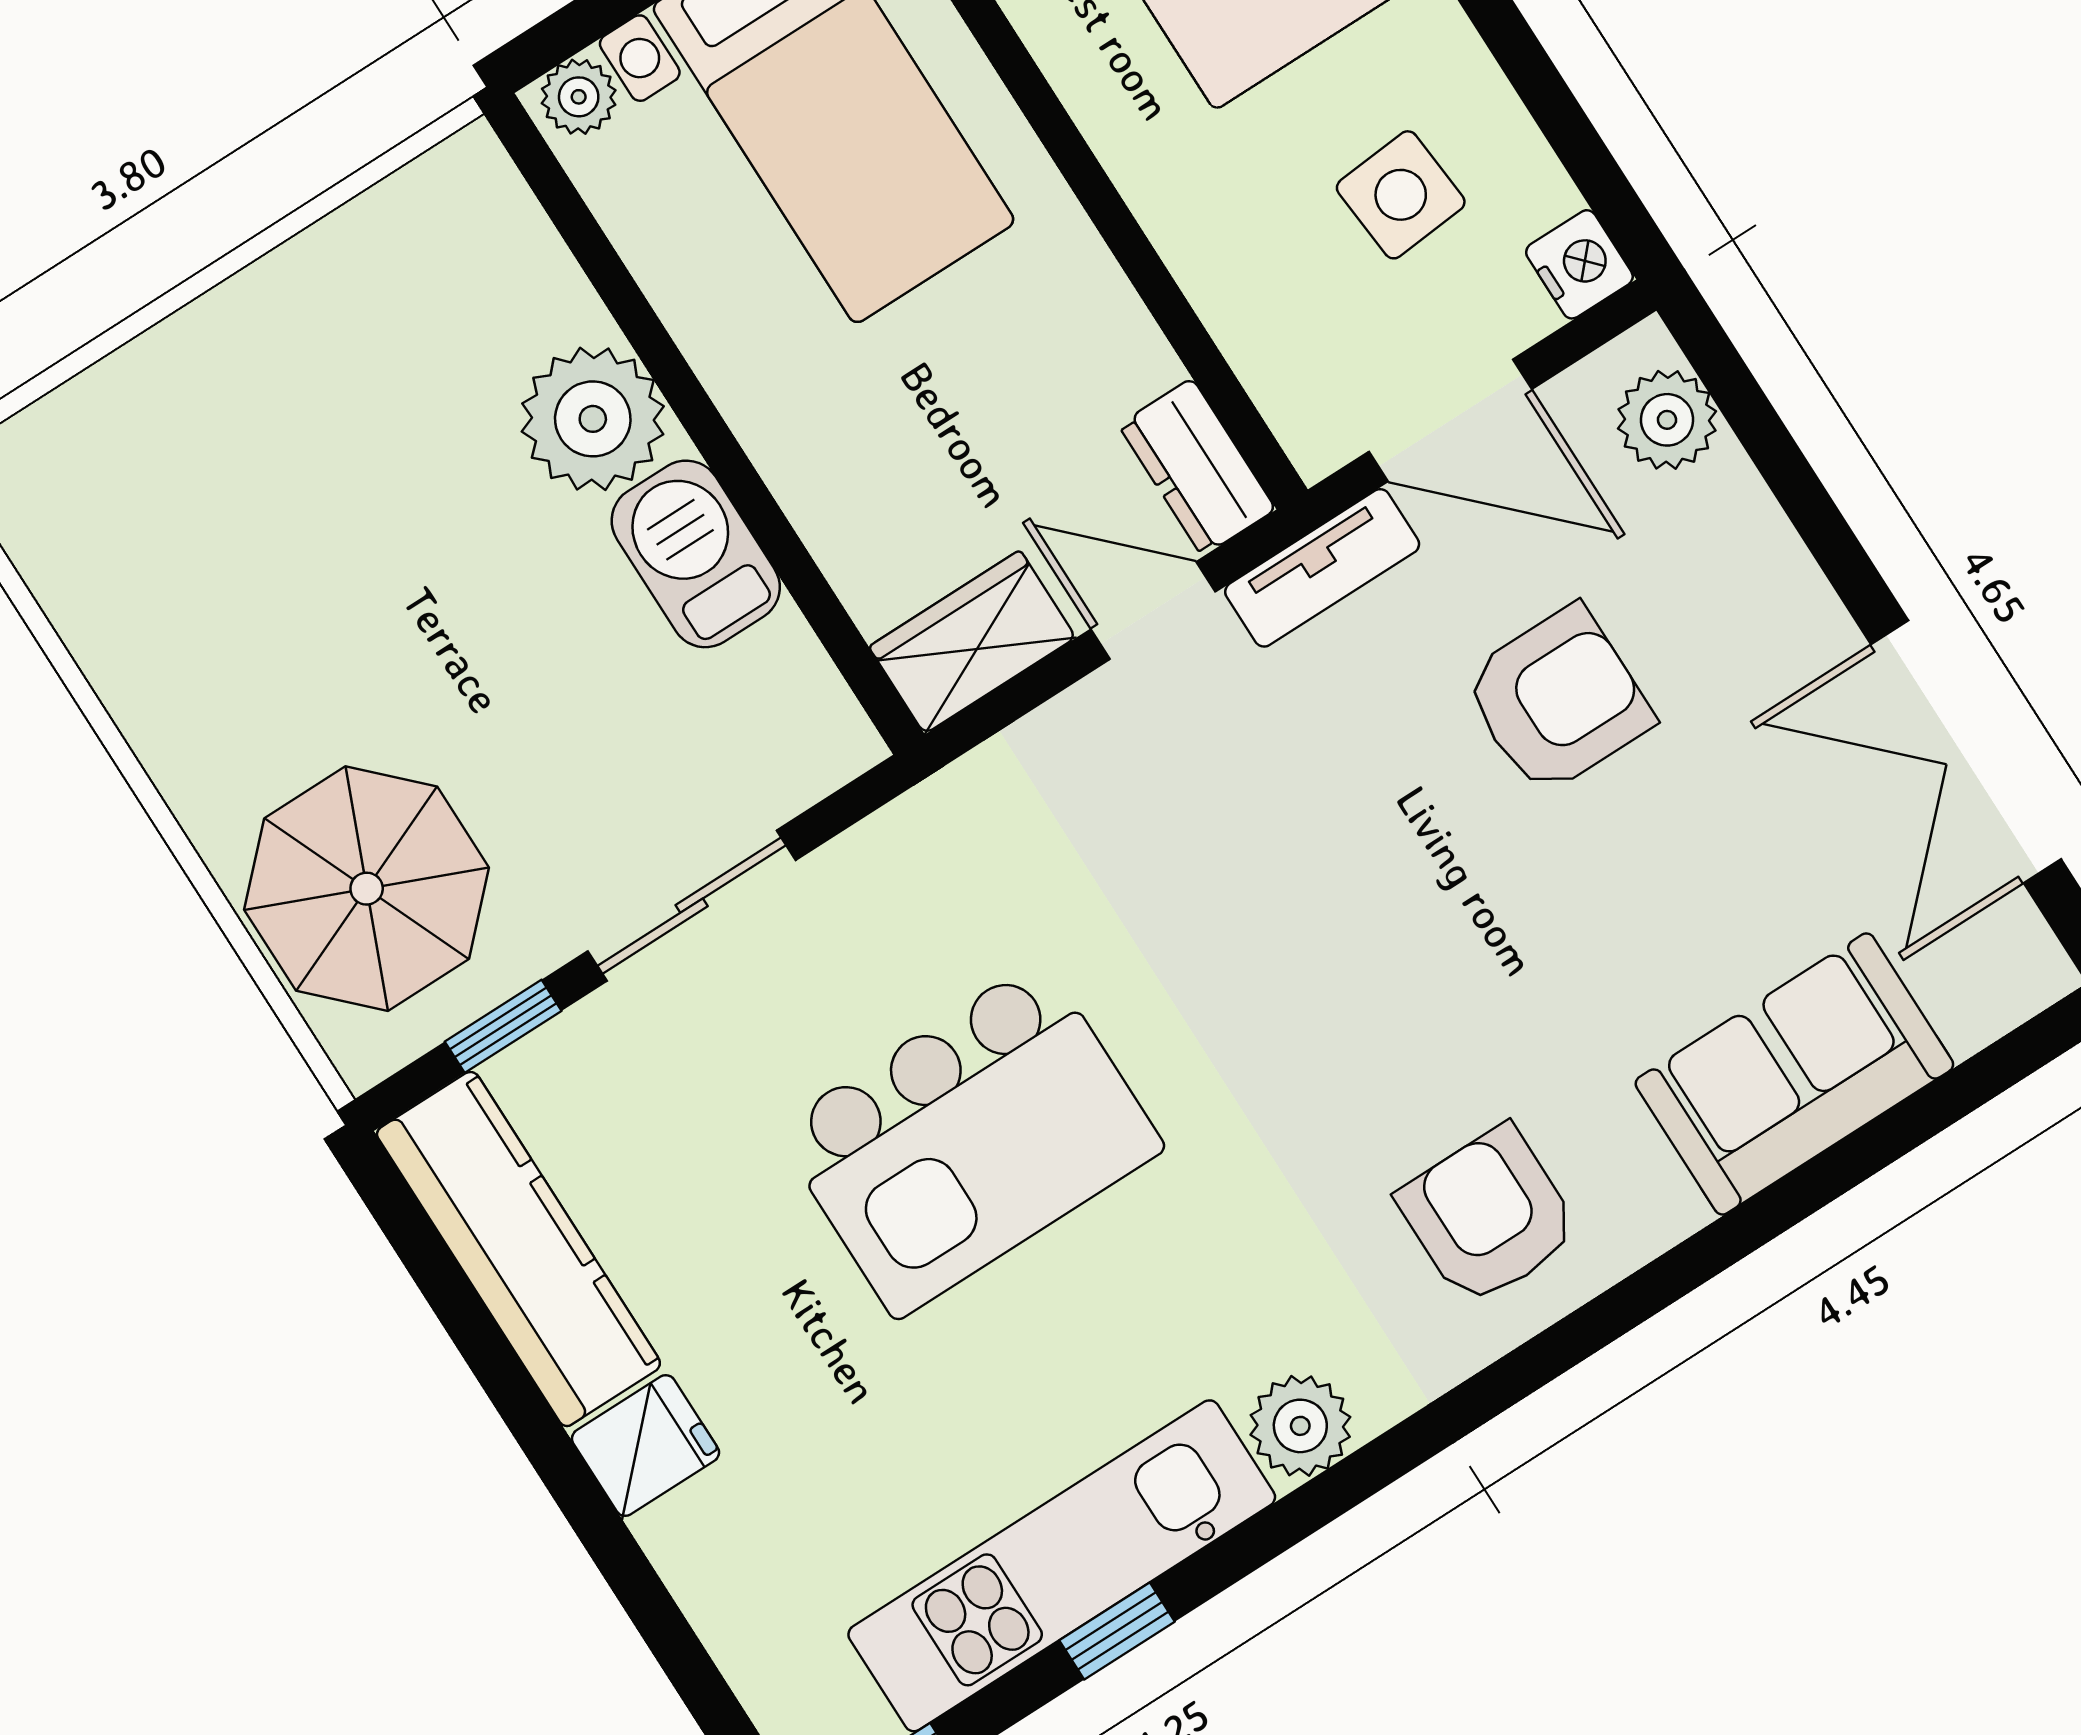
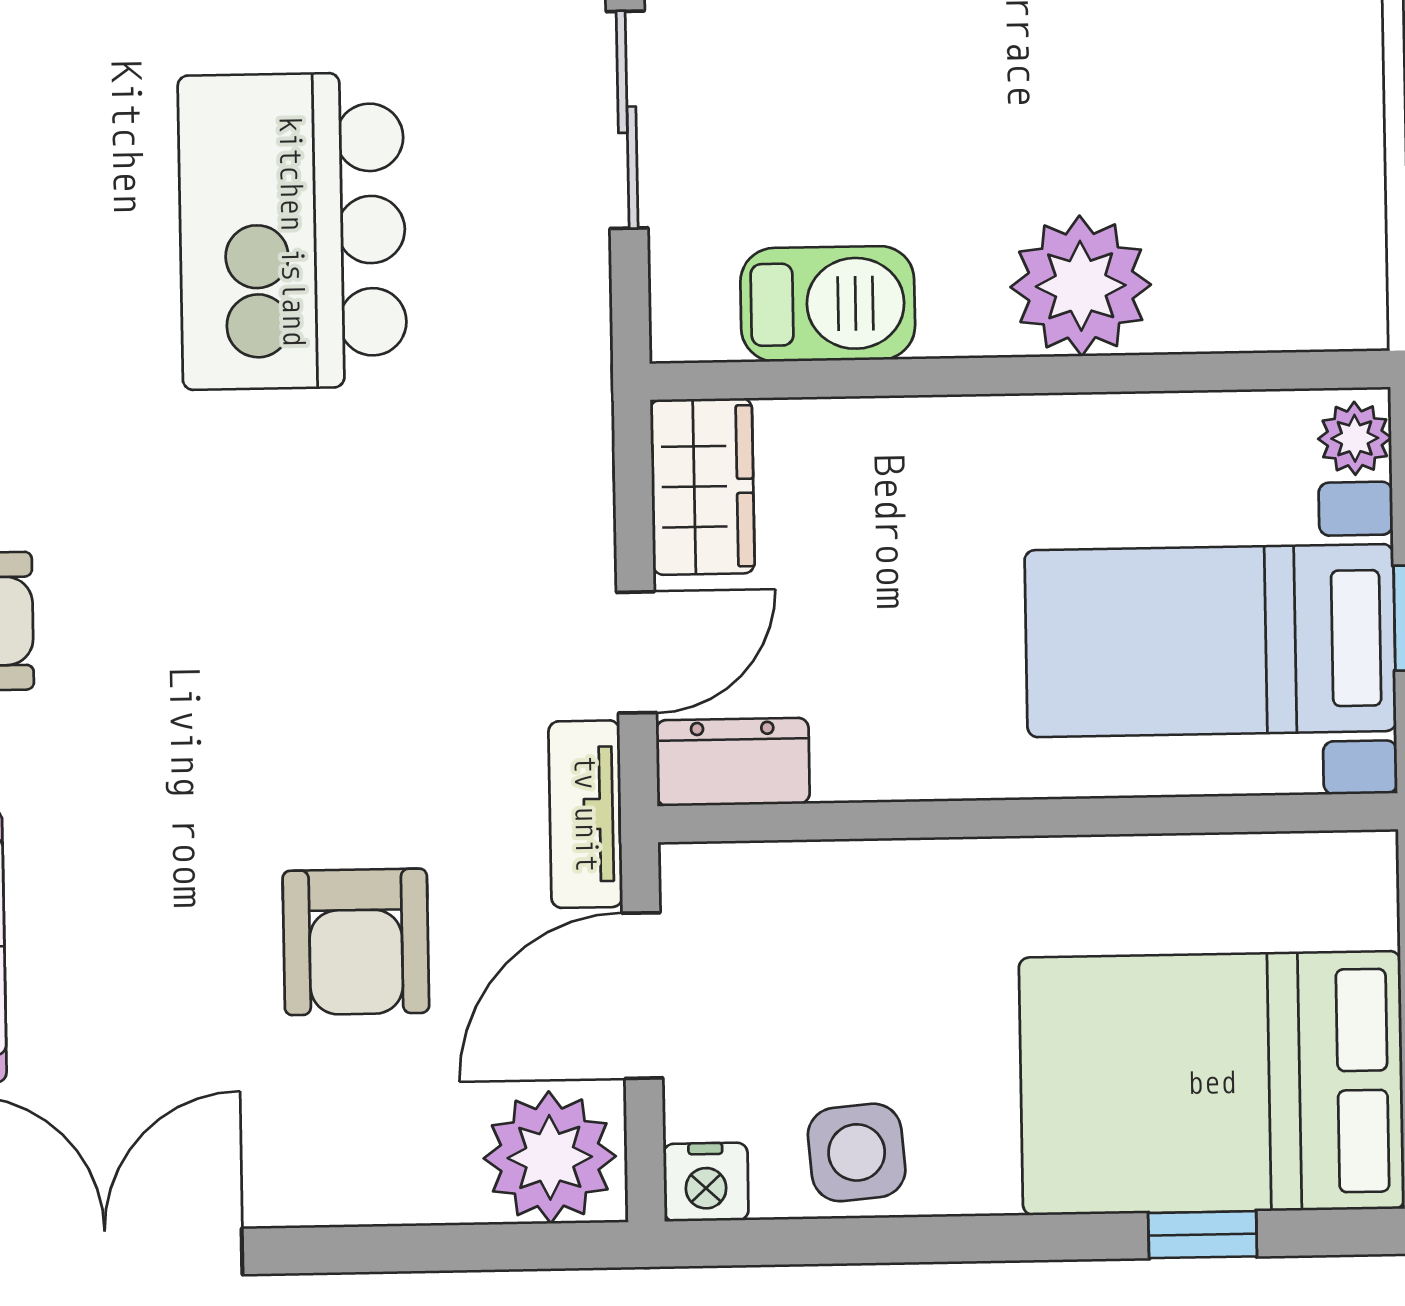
side table: (1401, 195) -> (857, 1152), moved
plant: (1667, 420) -> (550, 1157), width x1.36, depth x1.36
barbecue: (696, 554) -> (828, 304), moved

